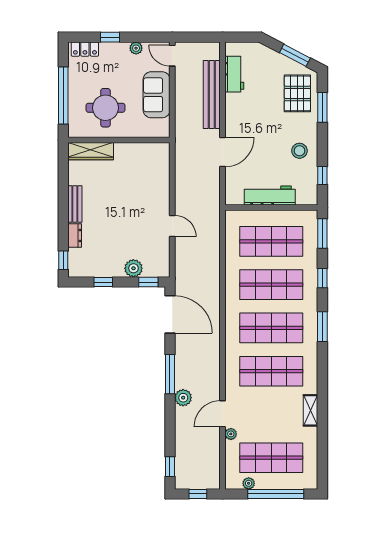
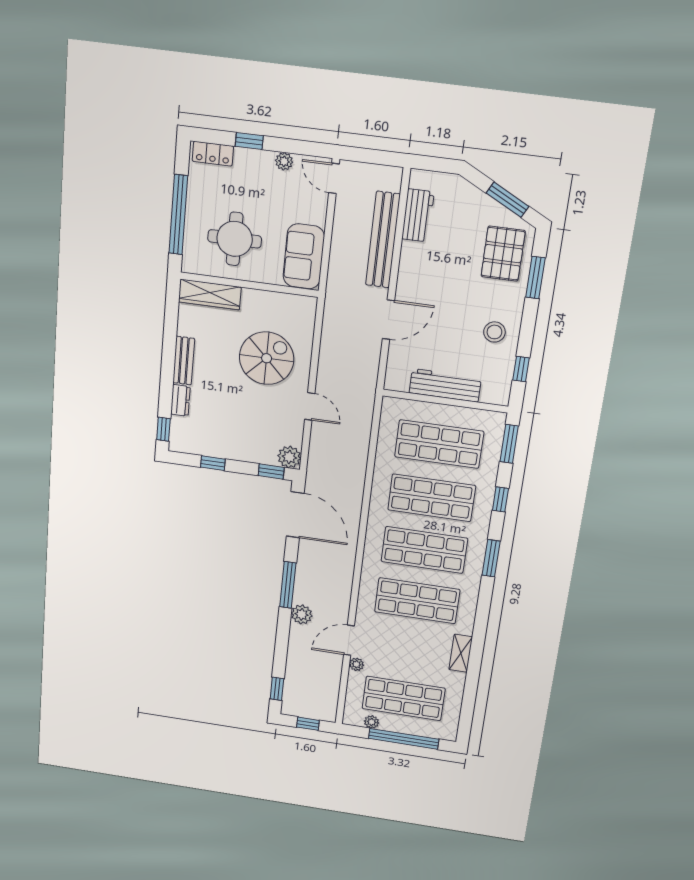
sofa: (157, 95) -> (304, 256), moved
spiral stairs: (137, 193) -> (267, 358), added
plant: (133, 268) -> (289, 457), moved

